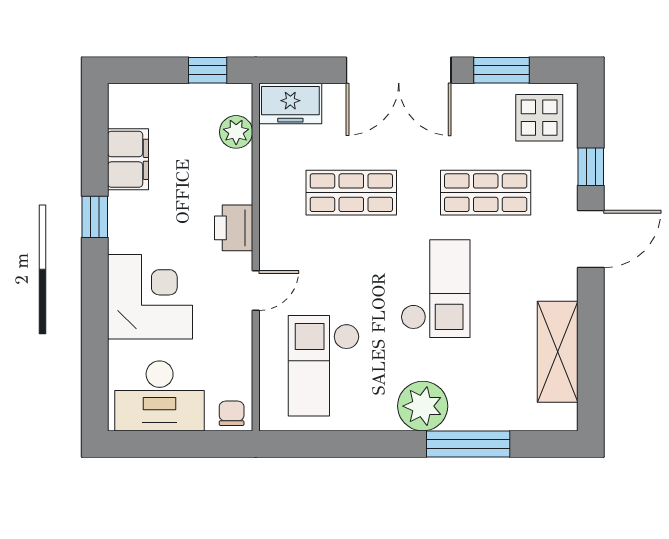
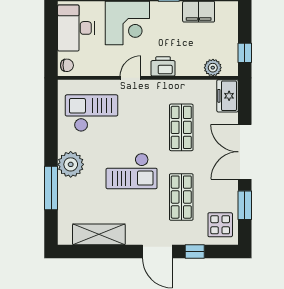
door: (256, 290) -> (131, 78), swing flipped

